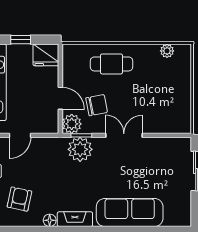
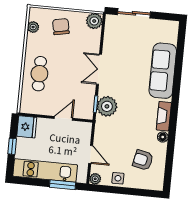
chair: (97, 105) -> (61, 27), moved
plant: (72, 124) -> (94, 21), moved

